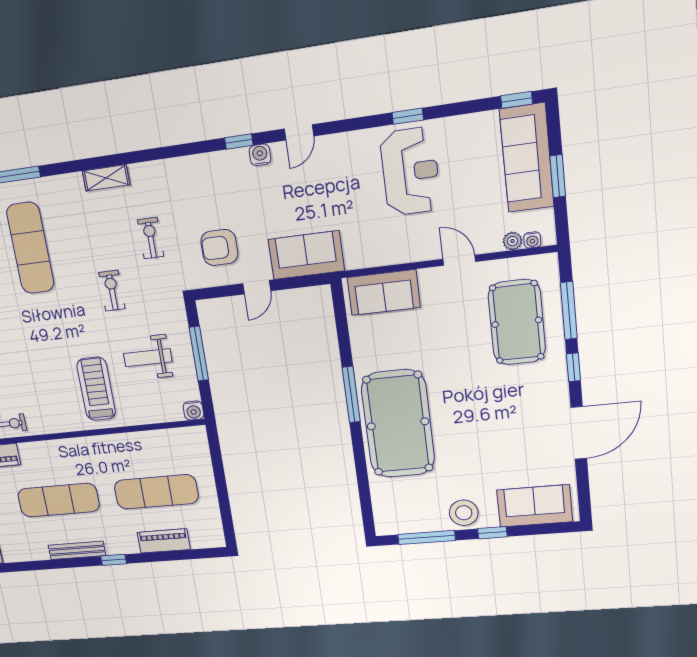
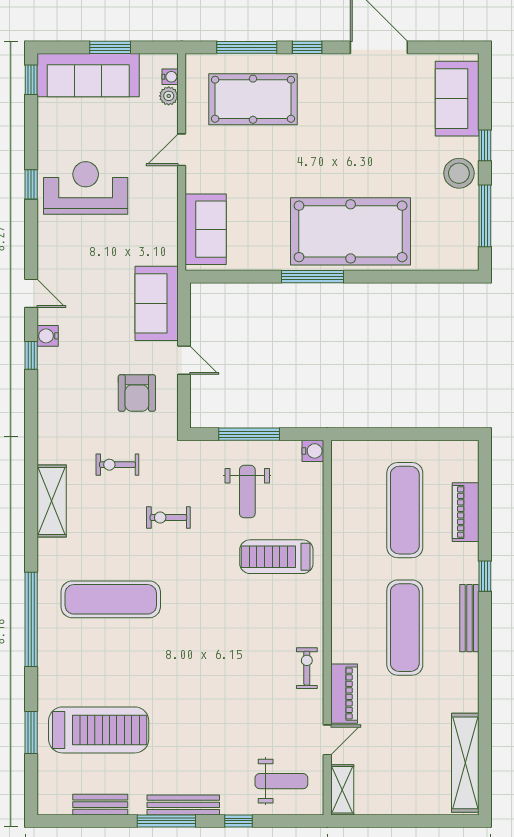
shelving: (106, 178) -> (52, 501), width x1.50, depth x1.33

